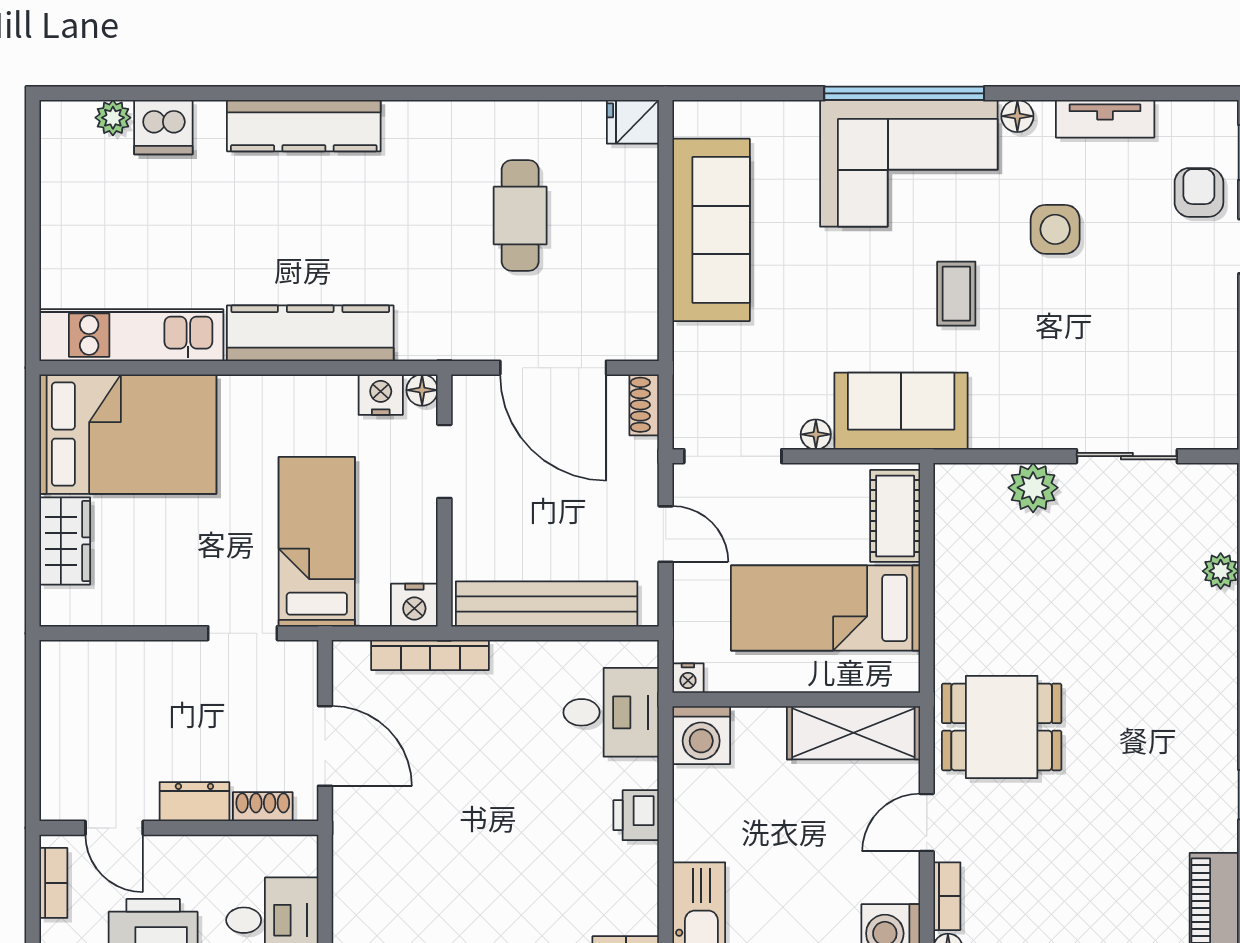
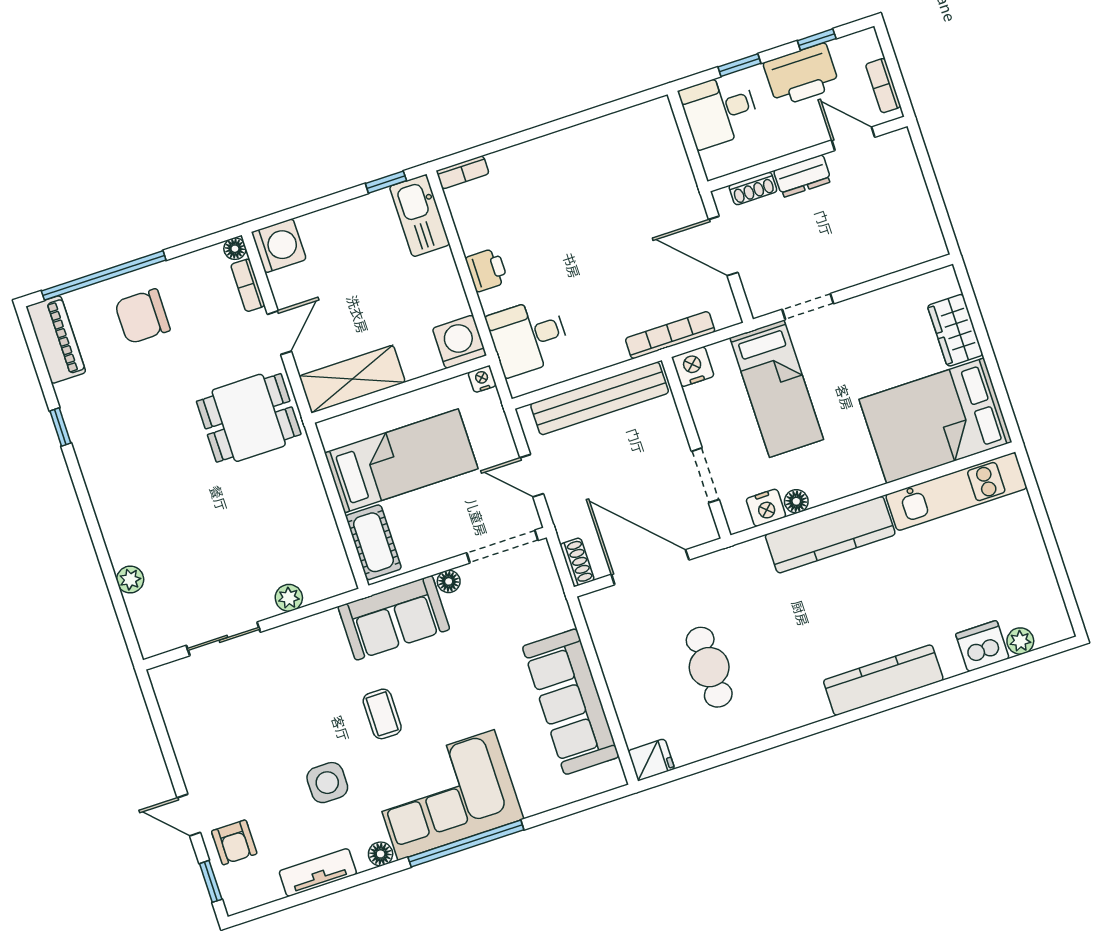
floor lamp: (422, 390) -> (796, 501), moved
plant: (1033, 488) -> (289, 598), width x0.73, depth x0.73
chair: (1094, 901) -> (142, 316), added

